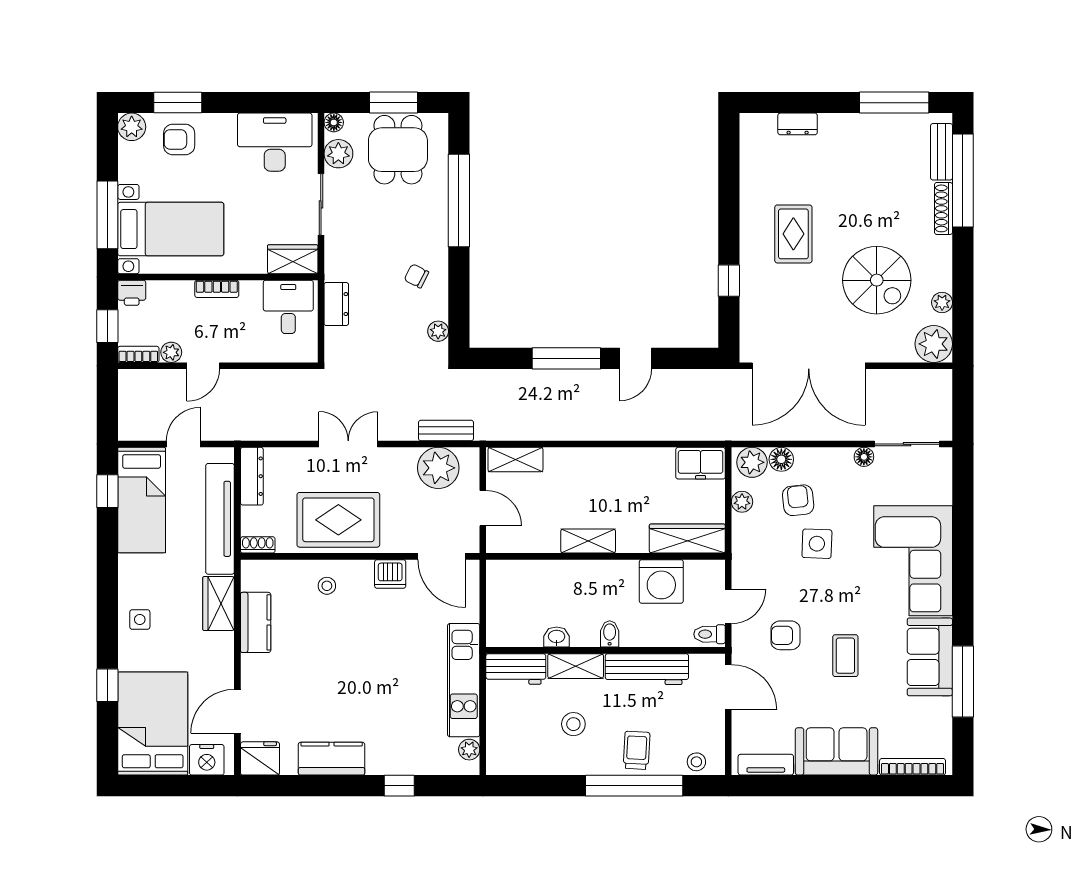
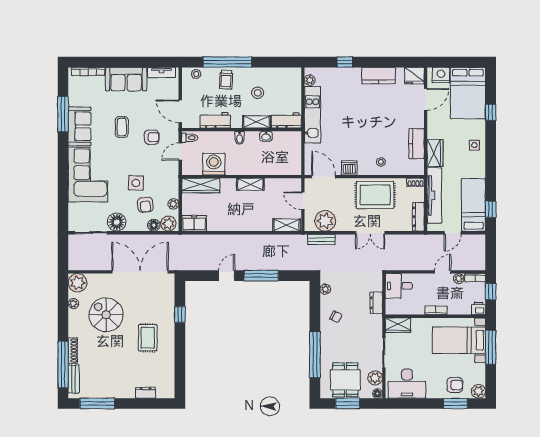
desk: (288, 307) -> (399, 286), moved, turned 90
floor lamp: (864, 457) -> (117, 222), width x1.89, depth x1.89
workbench: (647, 669) -> (215, 120), width x0.73

